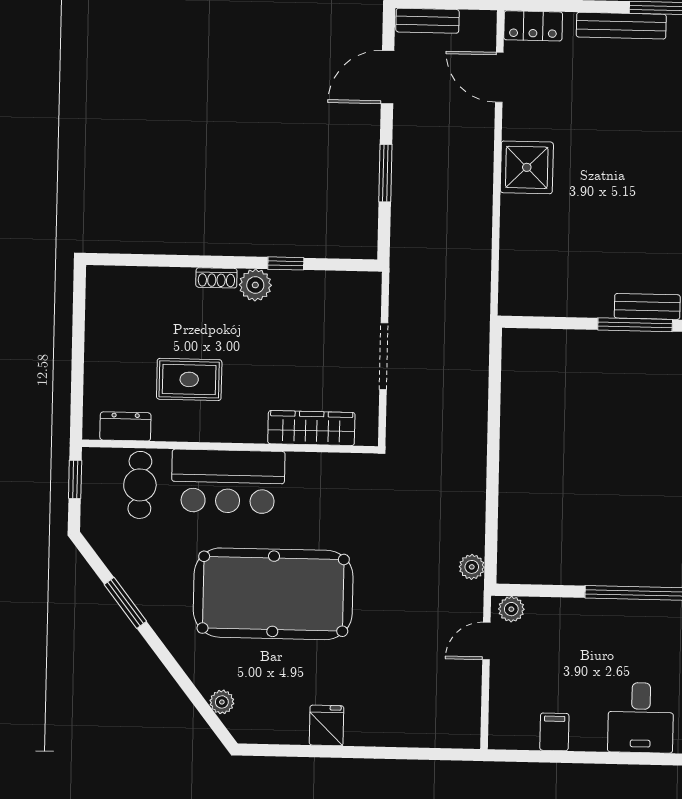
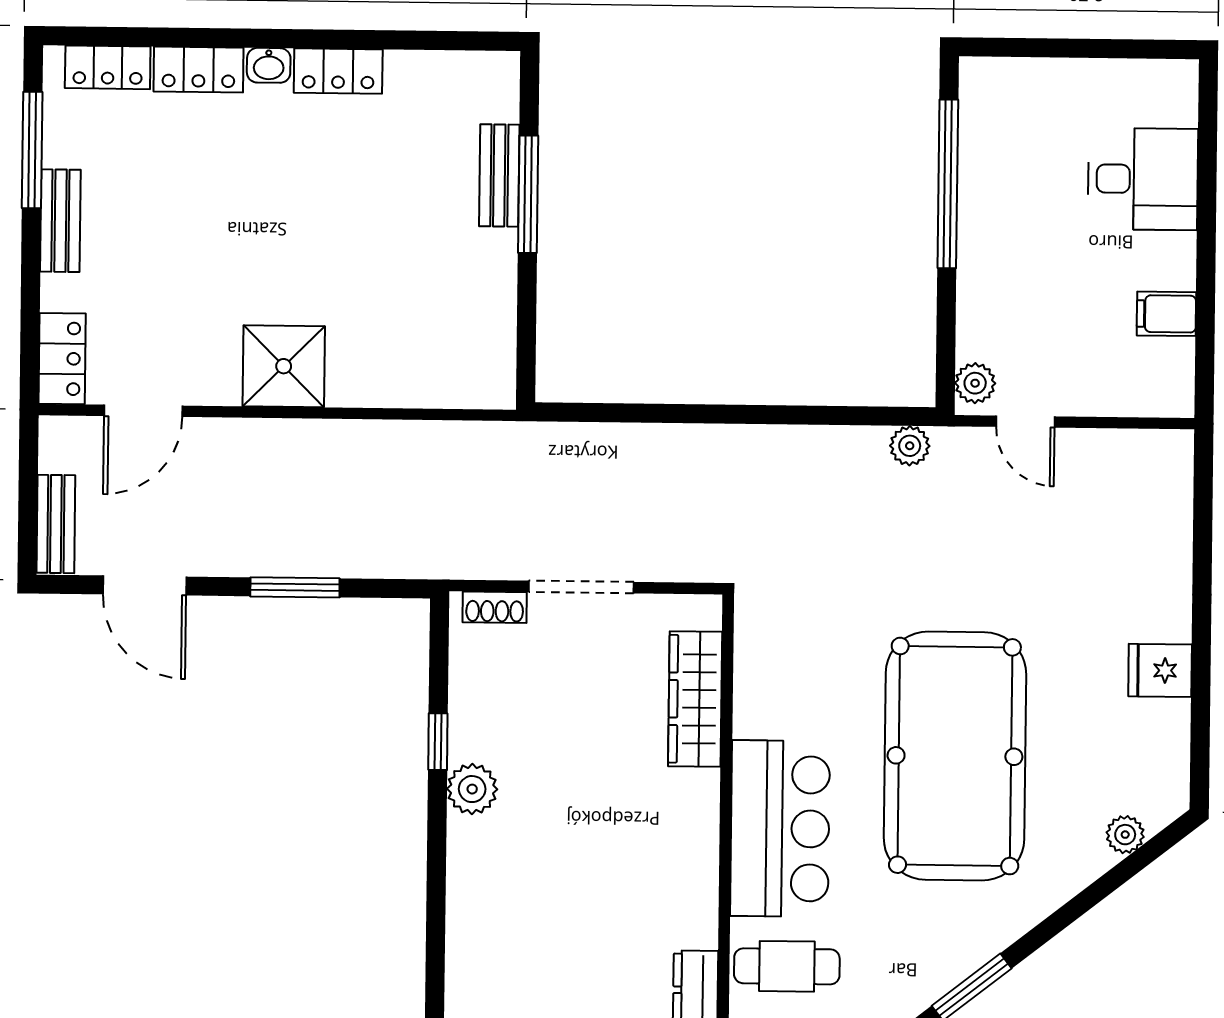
bench: (621, 26) -> (60, 221), width x0.73
shoe rack: (216, 278) -> (495, 607), moved, turned 90
rug: (189, 379) -> (621, 891), removed

